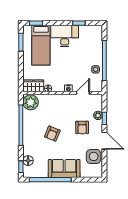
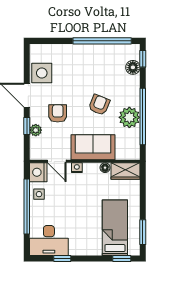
desk: (65, 36) -> (49, 241), moved
nightstand: (96, 85) -> (38, 172), added
door: (83, 93) -> (57, 161), hinge flipped
plant: (31, 102) -> (129, 117), moved
sofa: (64, 168) -> (93, 147), moved, turned 180

